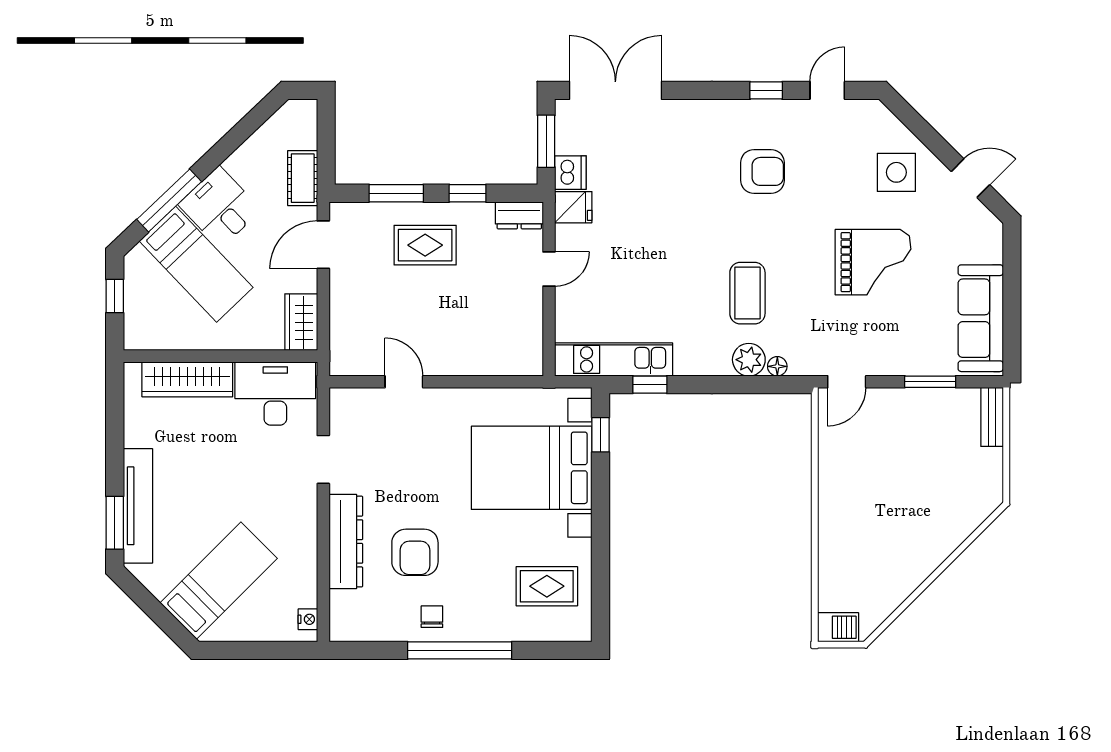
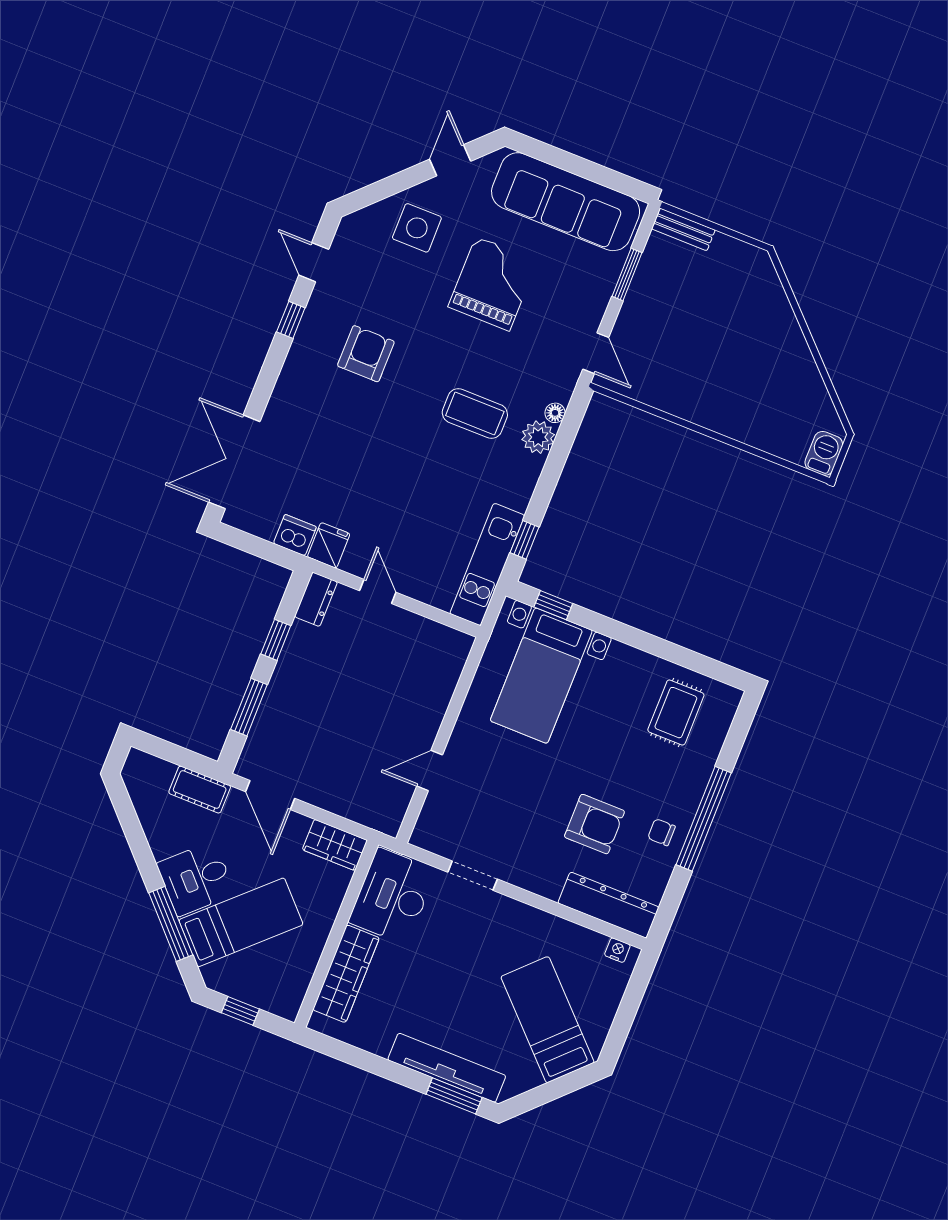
window: (546, 141) -> (256, 546), removed
rug: (425, 245) -> (309, 699), removed
sofa: (981, 318) -> (566, 202), width x1.36, depth x1.27
bed with nightstands: (532, 468) -> (541, 676), width x0.73
dresser: (346, 542) -> (608, 905), moved

